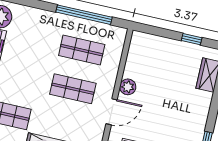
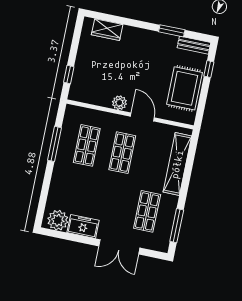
window: (84, 15) -> (54, 144), width x0.68
window: (192, 39) -> (69, 75), moved

